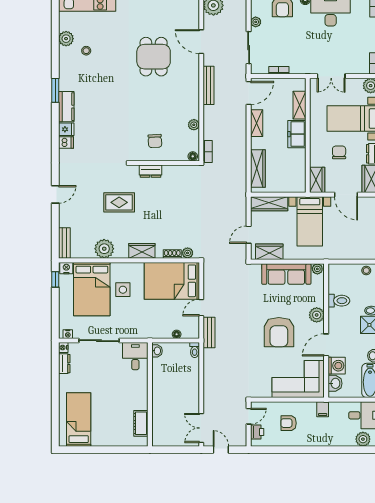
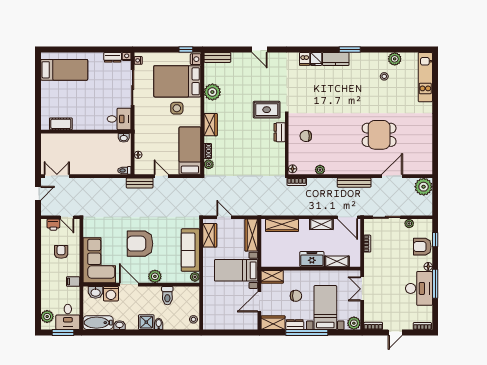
rug: (119, 202) -> (267, 110), moved, turned 90
bed: (172, 281) -> (190, 151), width x0.67

